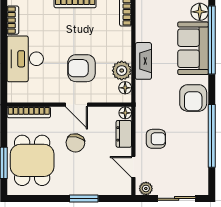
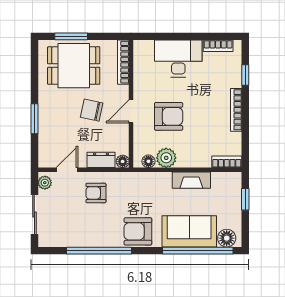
fireplace: (143, 61) -> (191, 180), moved
armchair: (81, 68) -> (169, 116), turned 90
armchair: (156, 139) -> (96, 193), turned 90

